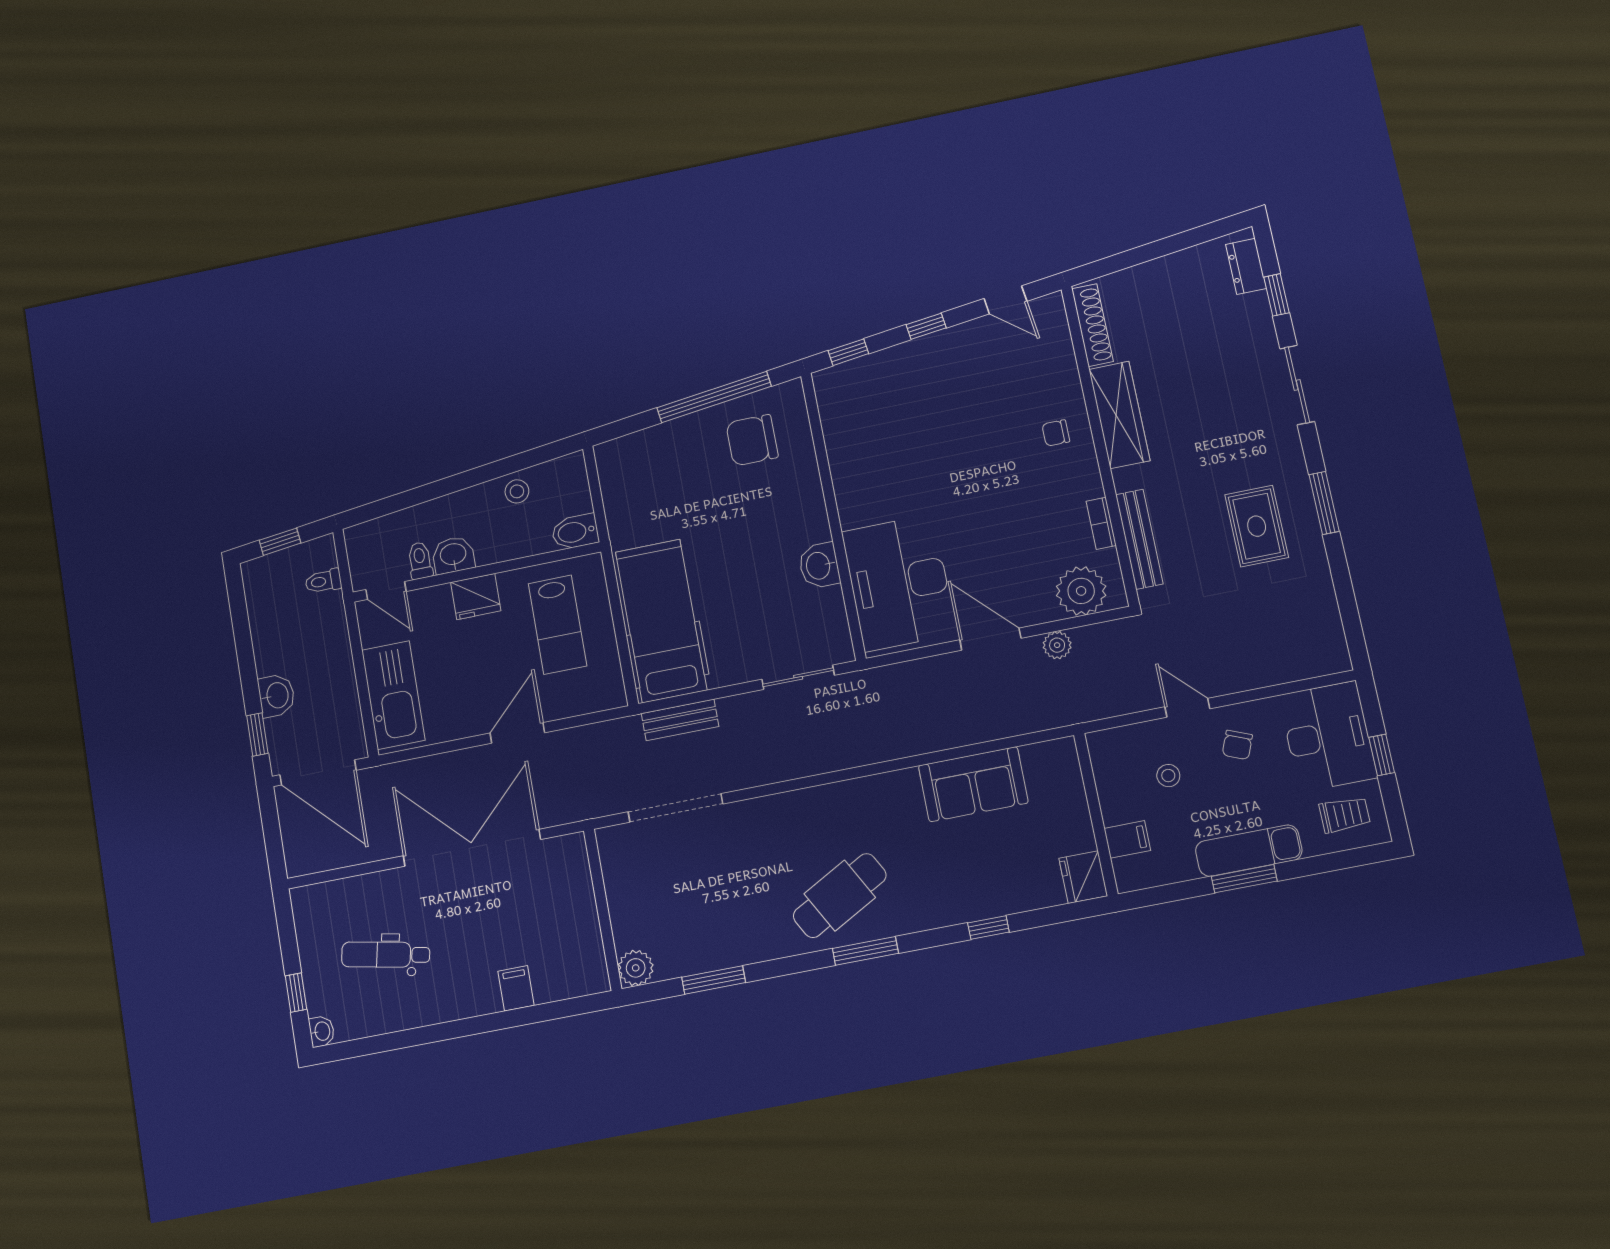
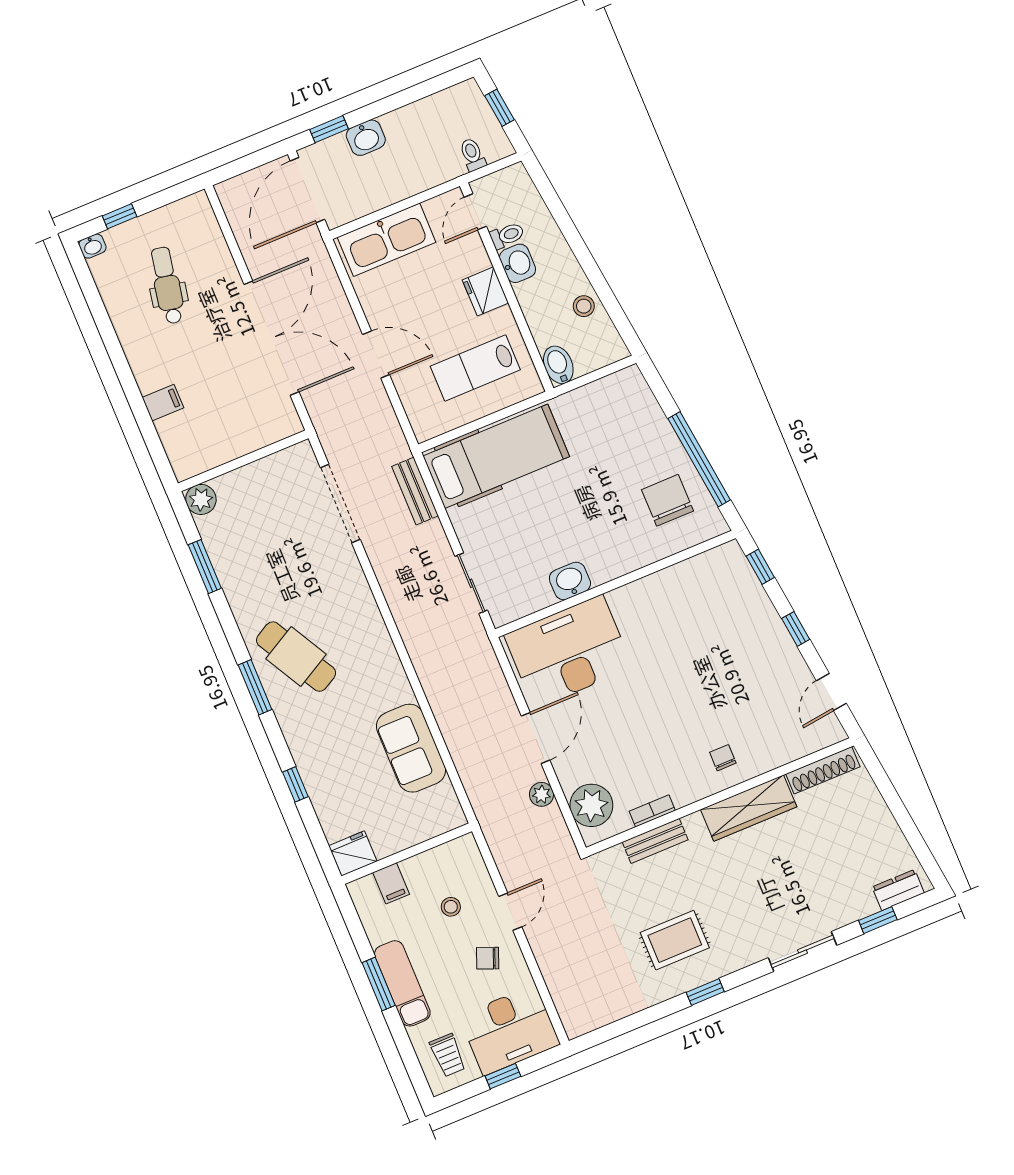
window: (1324, 503) -> (705, 992), width x0.67
bench: (1139, 539) -> (655, 841), width x0.73

